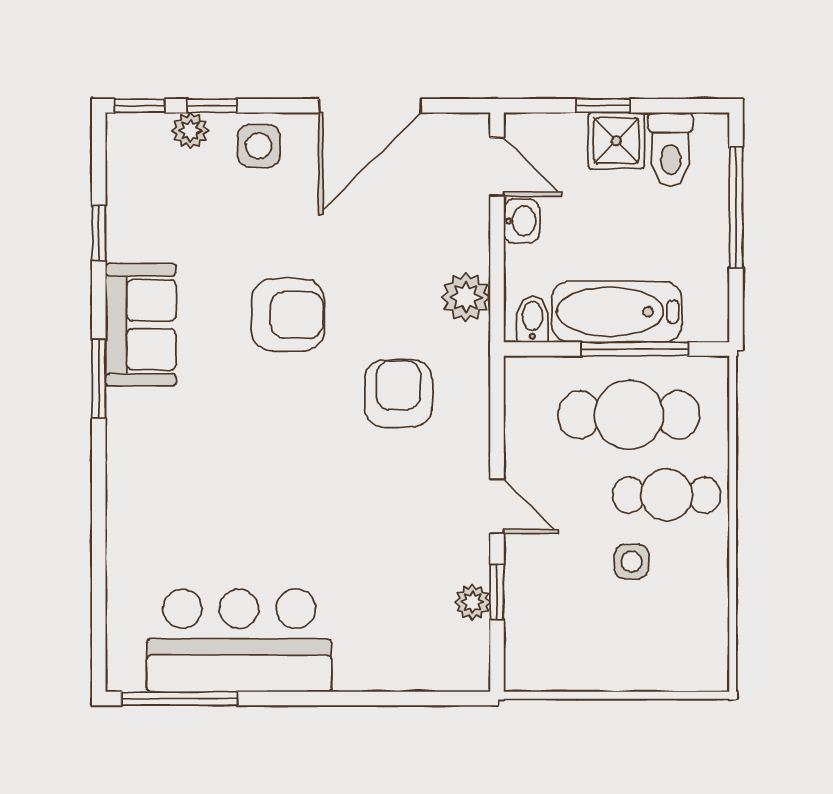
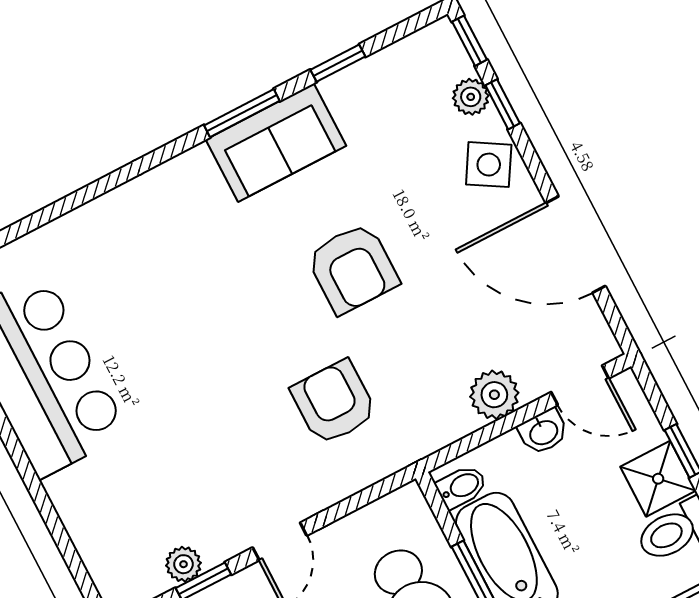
side table: (259, 146) -> (489, 165), turned 31
door: (497, 167) -> (580, 385), hinge flipped
plant: (466, 297) -> (494, 395), moved
window: (99, 379) -> (242, 113), moved
armchair: (398, 393) -> (334, 402), turned -90

